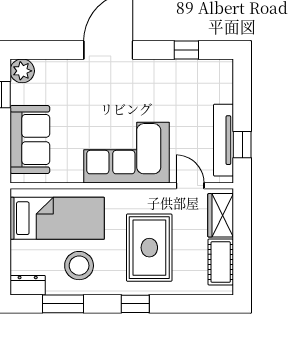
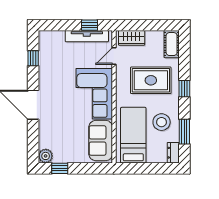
sofa: (30, 139) -> (101, 141), moved, turned -90
cot: (221, 262) -> (172, 44), moved, turned 90

